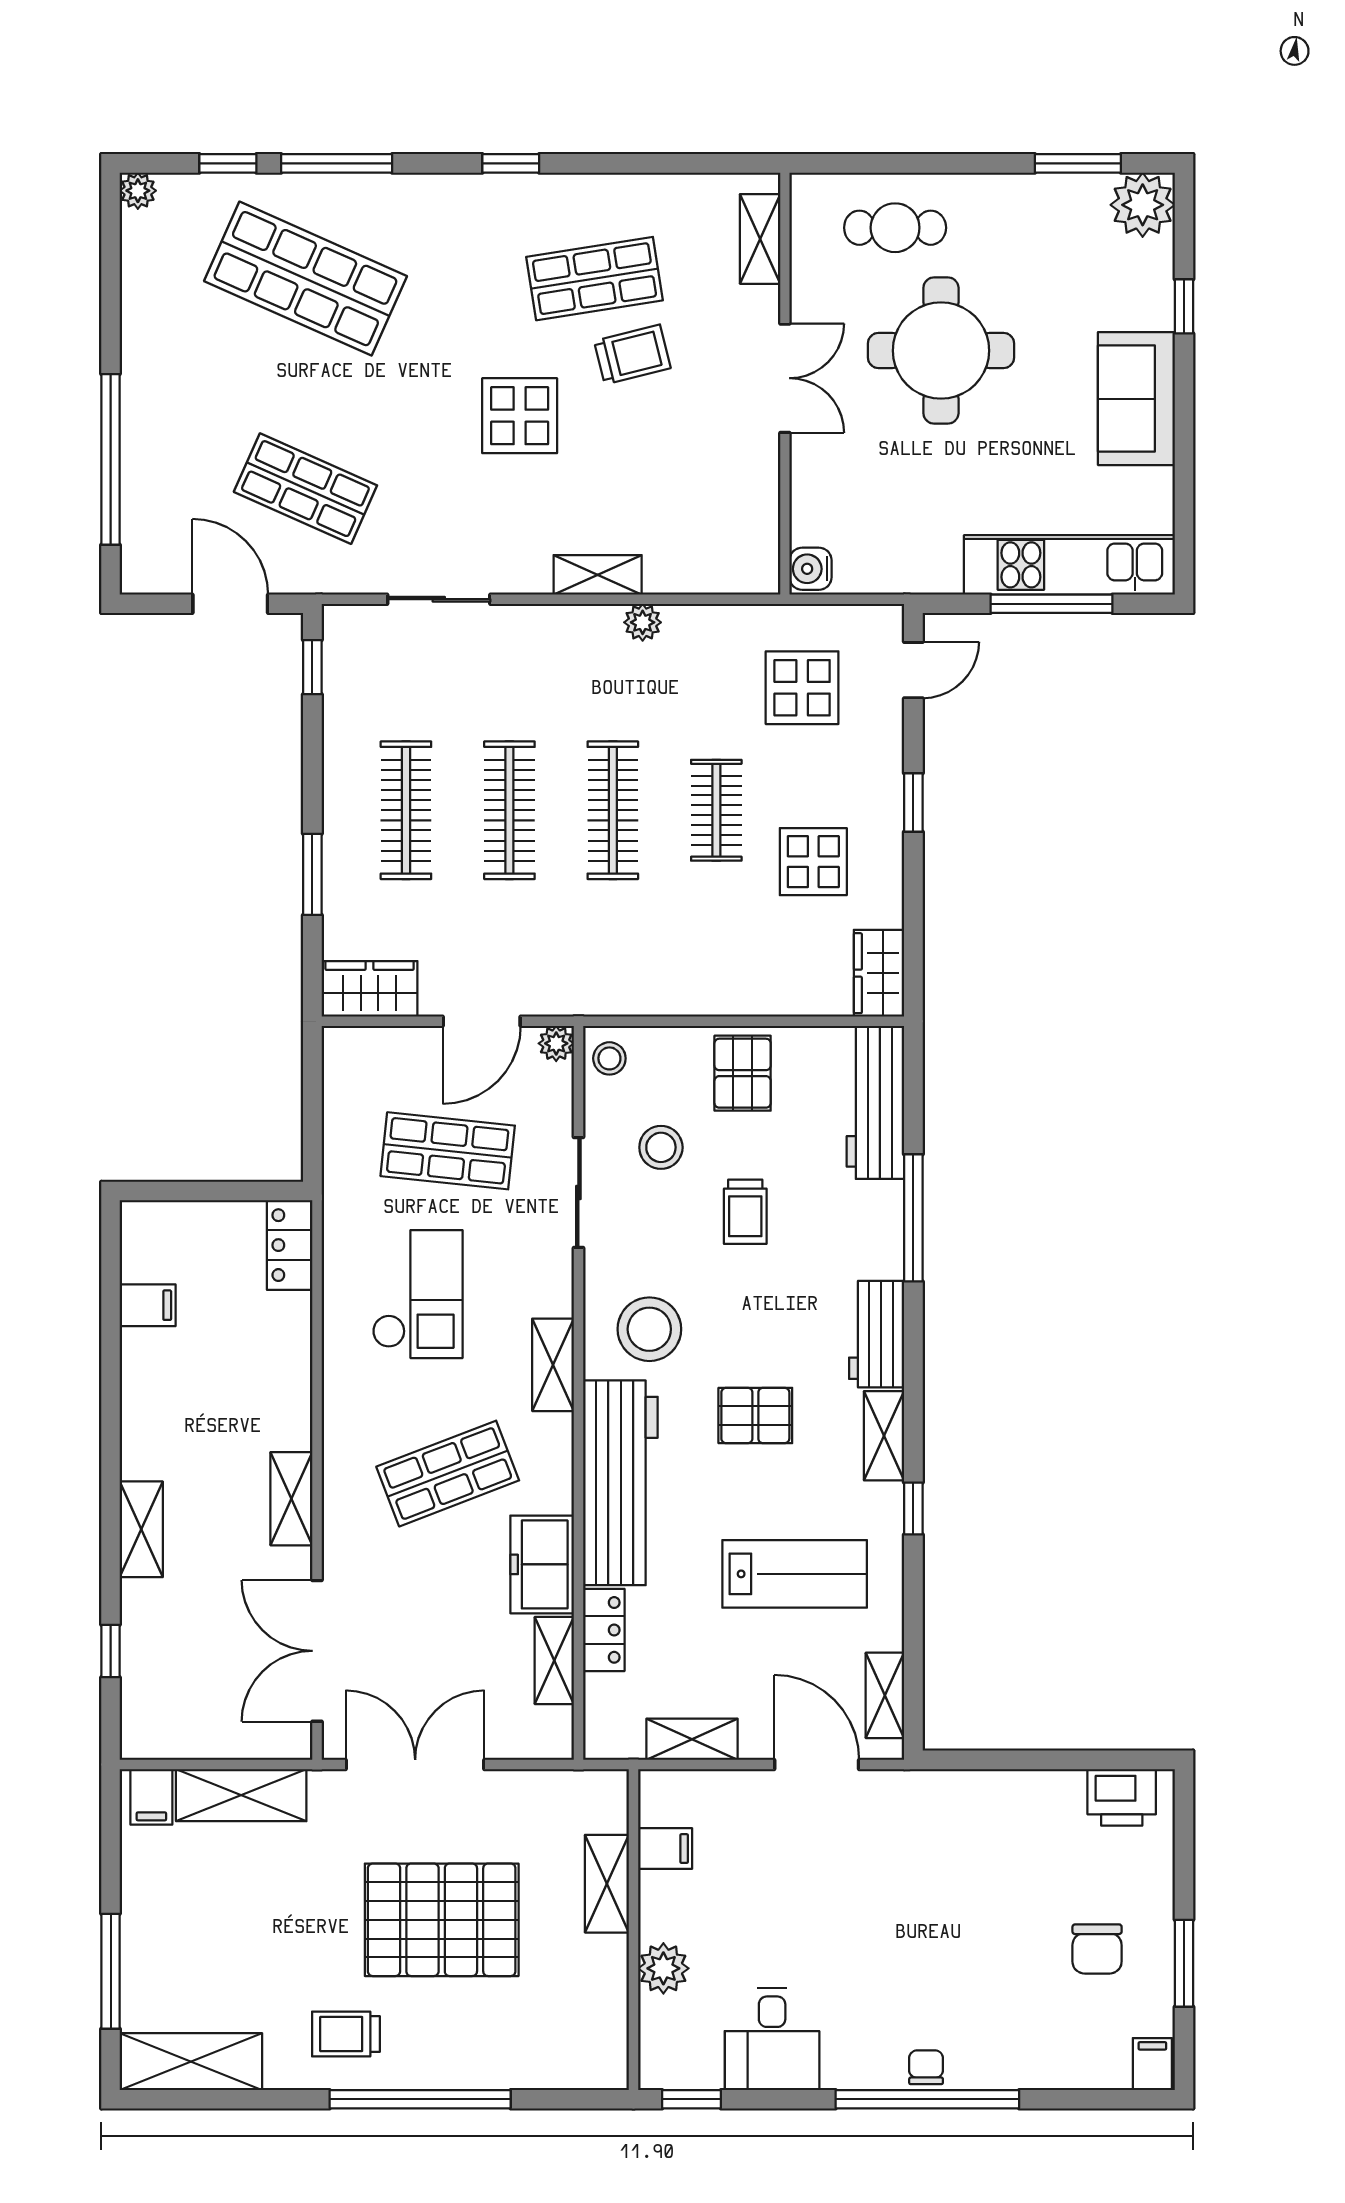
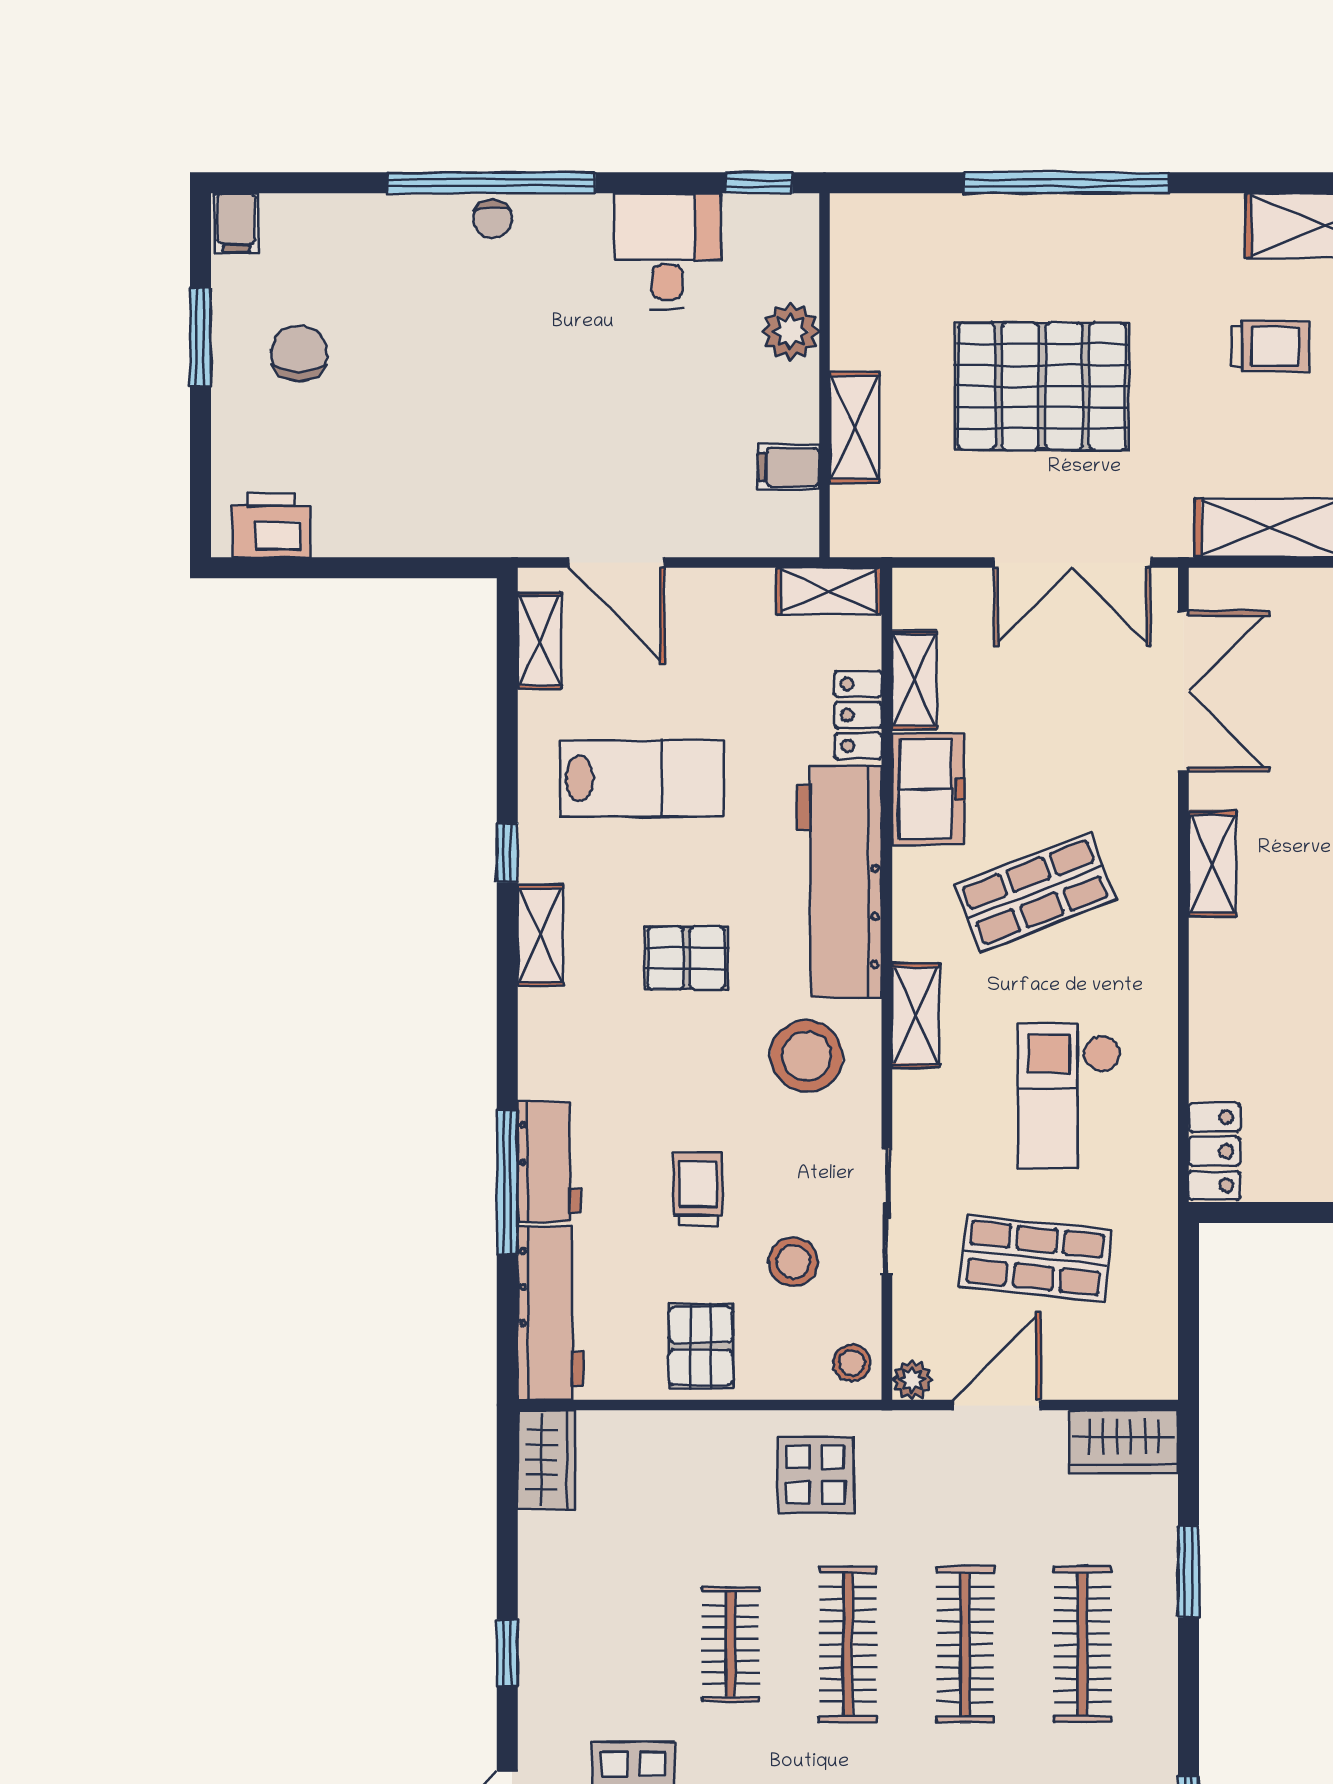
display table: (813, 862) -> (816, 1475), moved
workbench: (877, 1334) -> (549, 1162), moved
lab bench: (795, 1574) -> (642, 778), turned 180
shelving: (692, 1739) -> (829, 591), moved
trolley: (346, 2034) -> (1270, 346), moved

